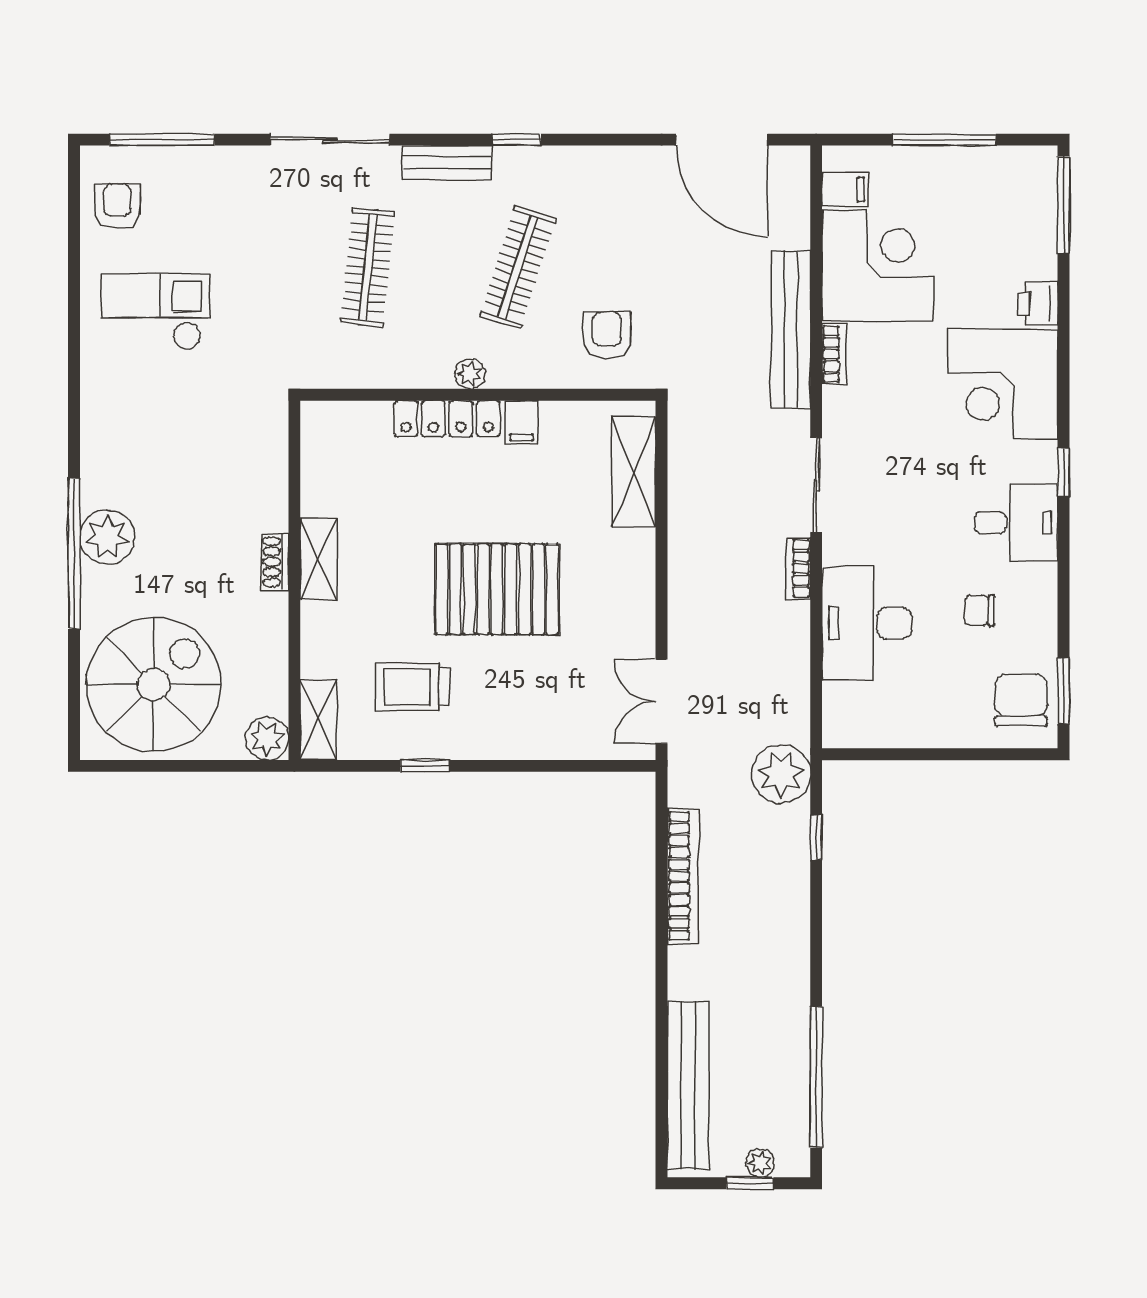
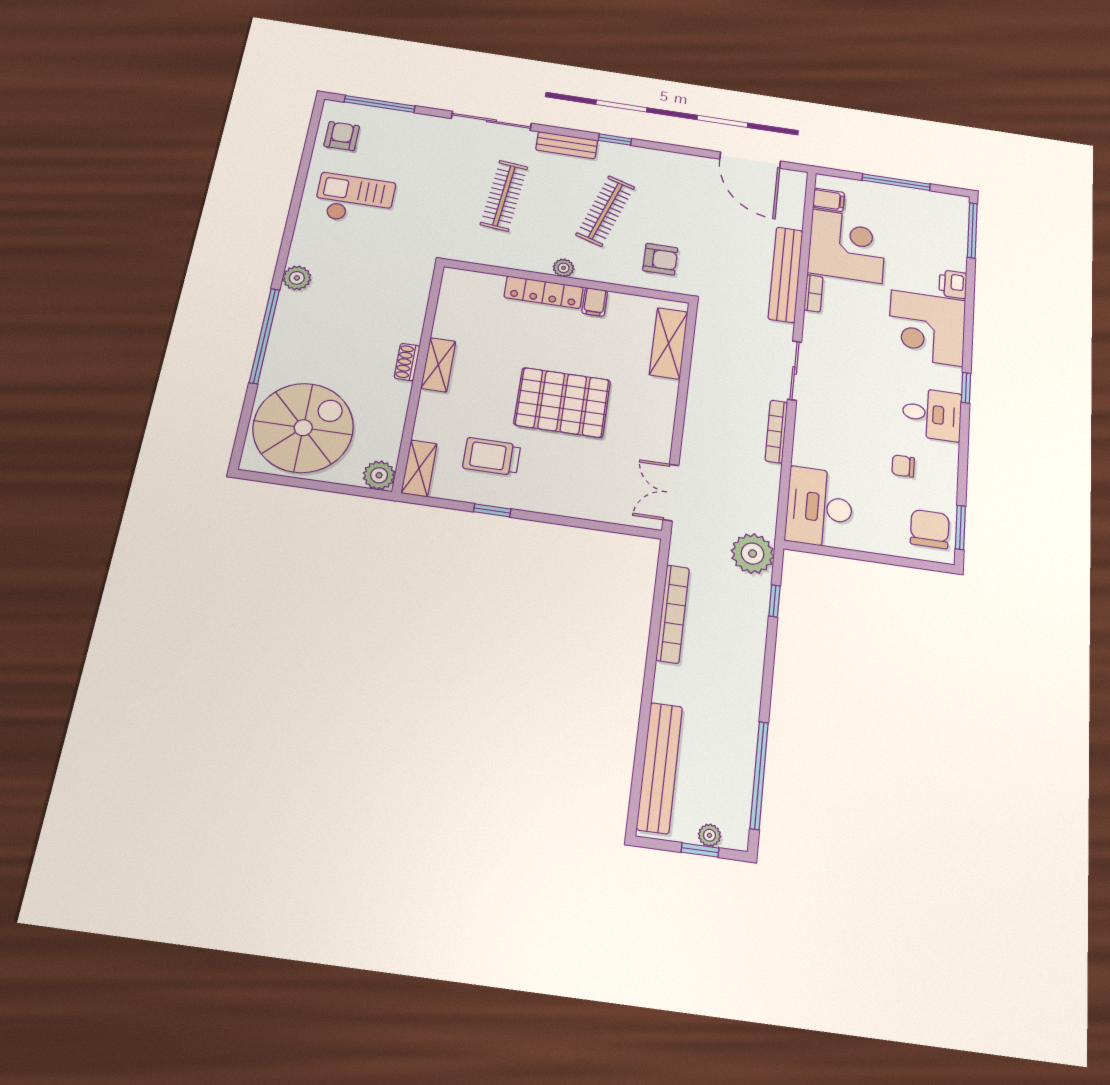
armchair: (607, 335) -> (660, 259), turned 90
plant: (107, 537) -> (297, 278), moved, width x0.73, depth x0.73
bookcase: (798, 568) -> (776, 431), width x1.56
desk: (867, 623) -> (819, 507), moved

